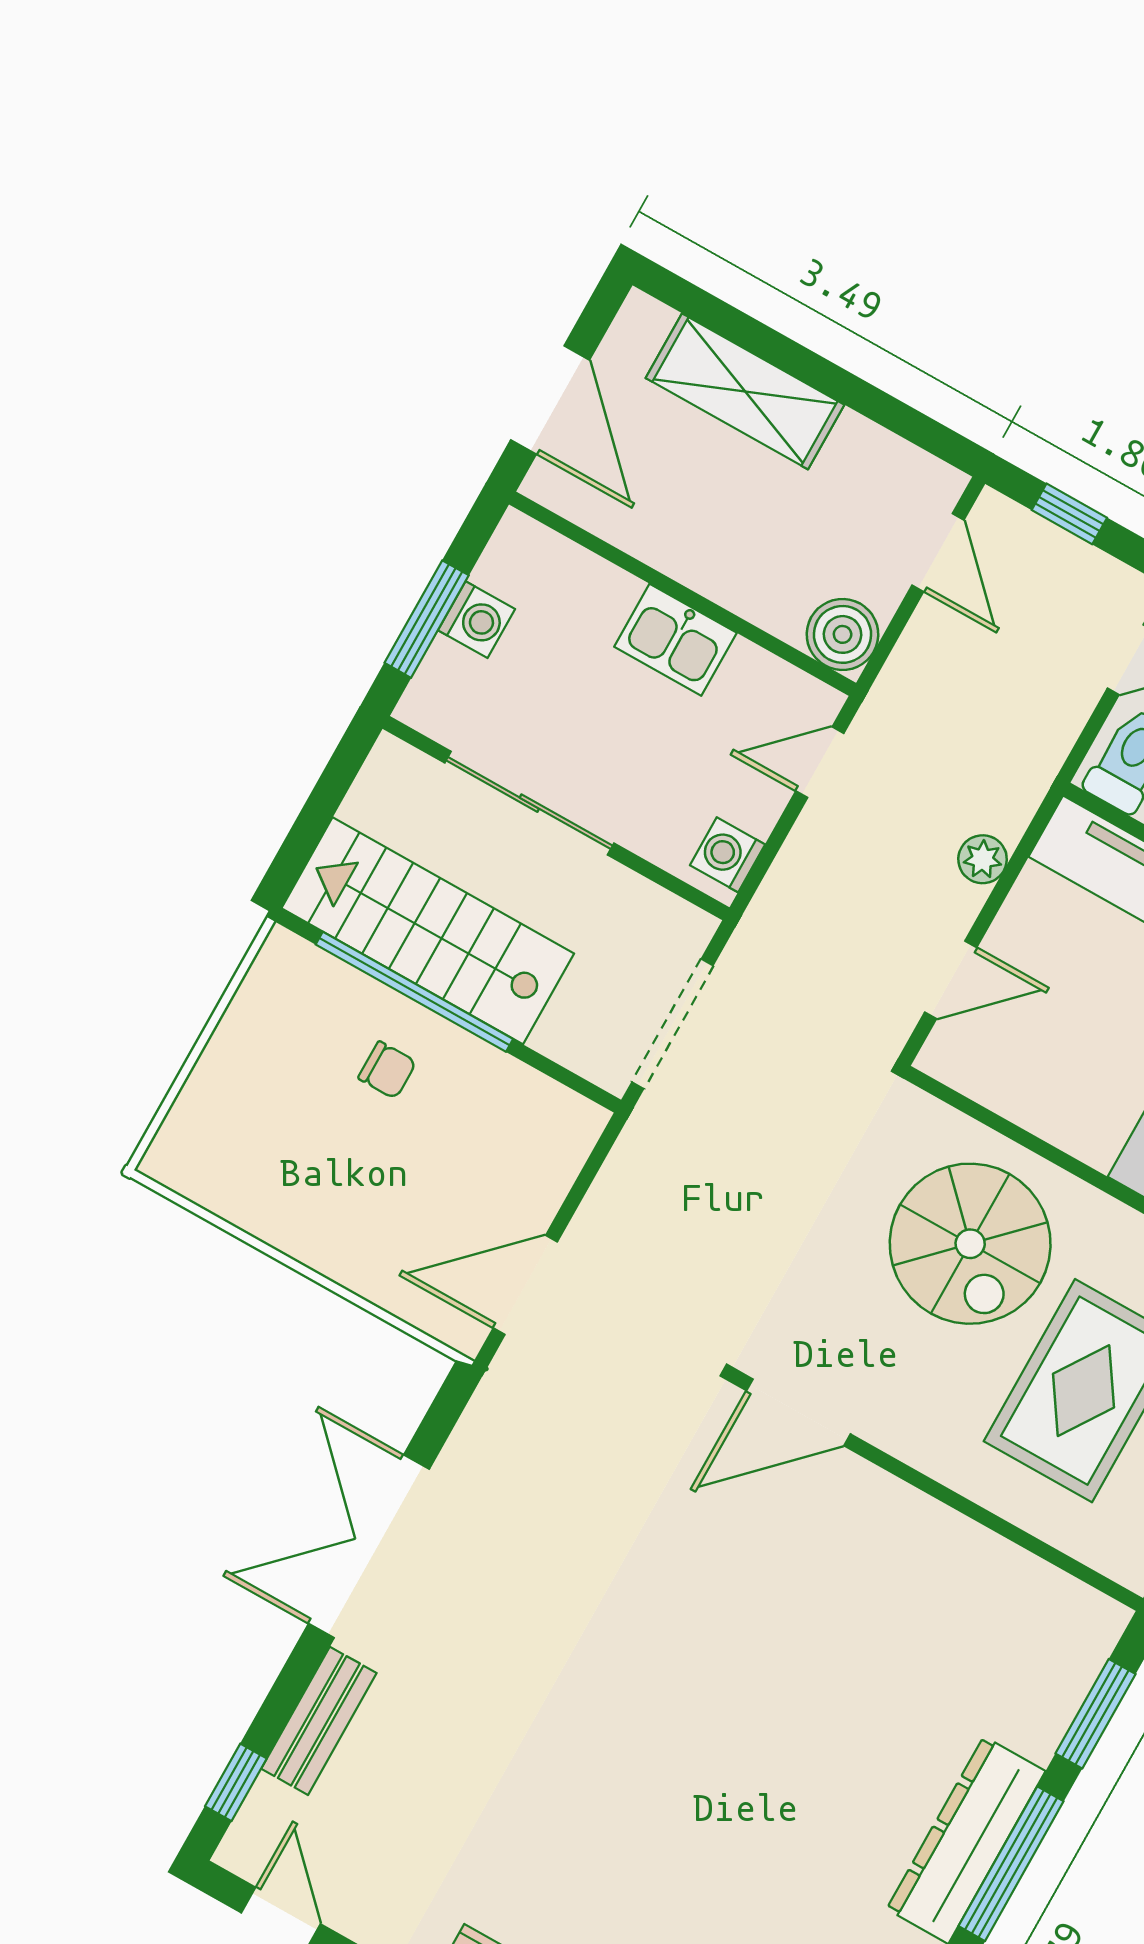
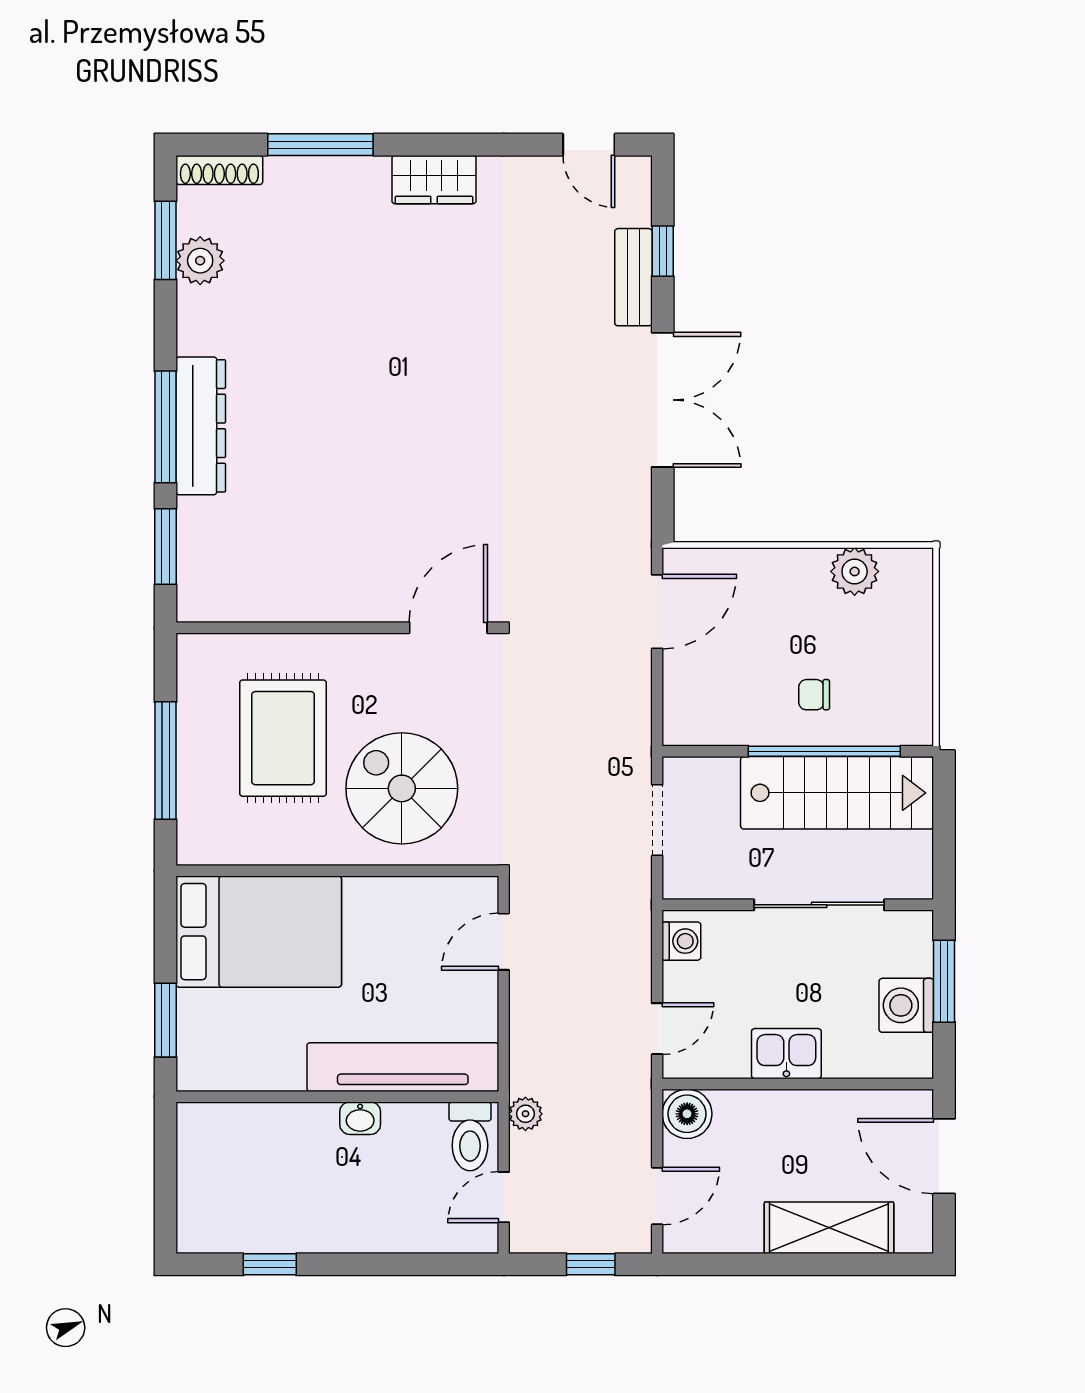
door: (938, 552) -> (657, 1196), swing flipped
washing machine: (477, 620) -> (906, 1005), width x1.38, depth x1.38
plant: (983, 859) -> (525, 1114), moved
doorway: (673, 1024) -> (657, 820), width x0.73
plant: (250, 1196) -> (855, 571), added
window: (236, 1782) -> (663, 251), moved

